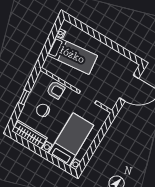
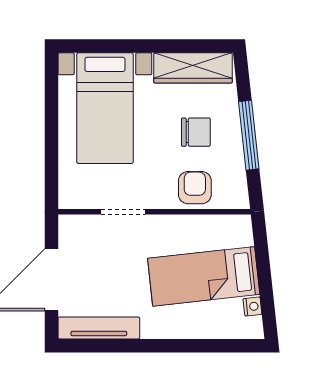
tv unit: (122, 60) -> (99, 328), added
armchair: (56, 90) -> (195, 188), turned 90
window: (24, 97) -> (249, 135), width x2.17

